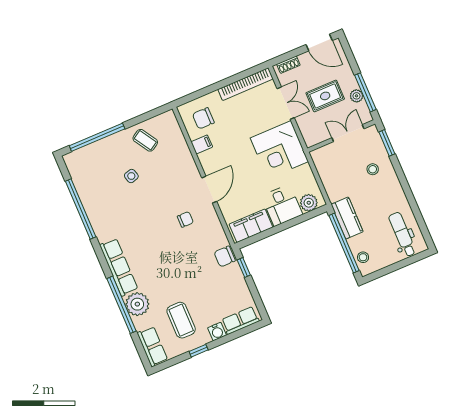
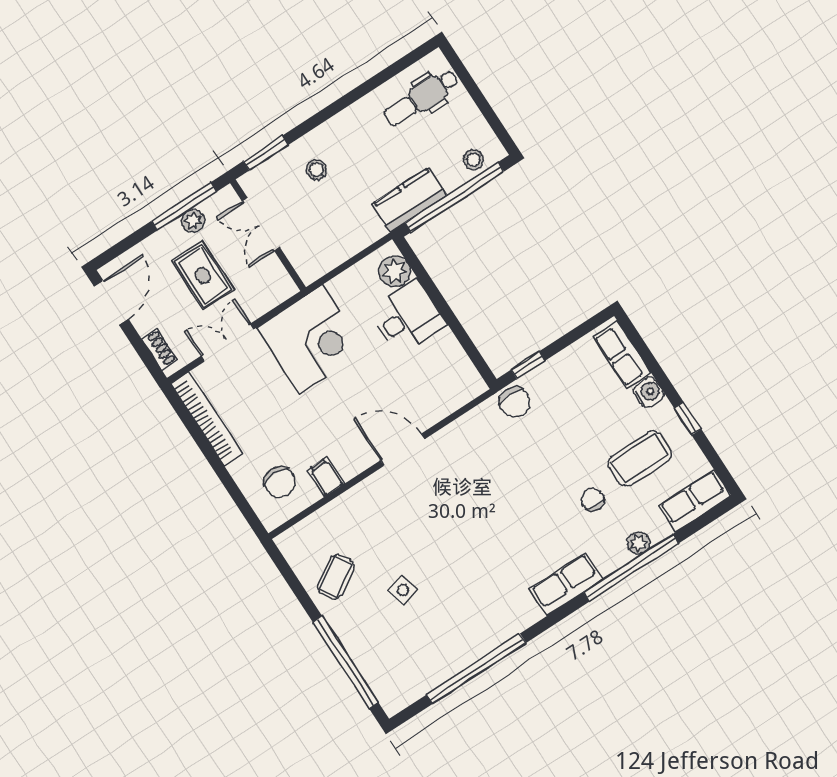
chair: (185, 219) -> (593, 499), moved
filing cabinet: (251, 226) -> (453, 365), removed
row of seats: (119, 267) -> (566, 584), width x0.68
plant: (137, 304) -> (639, 543), width x0.53, depth x0.53

